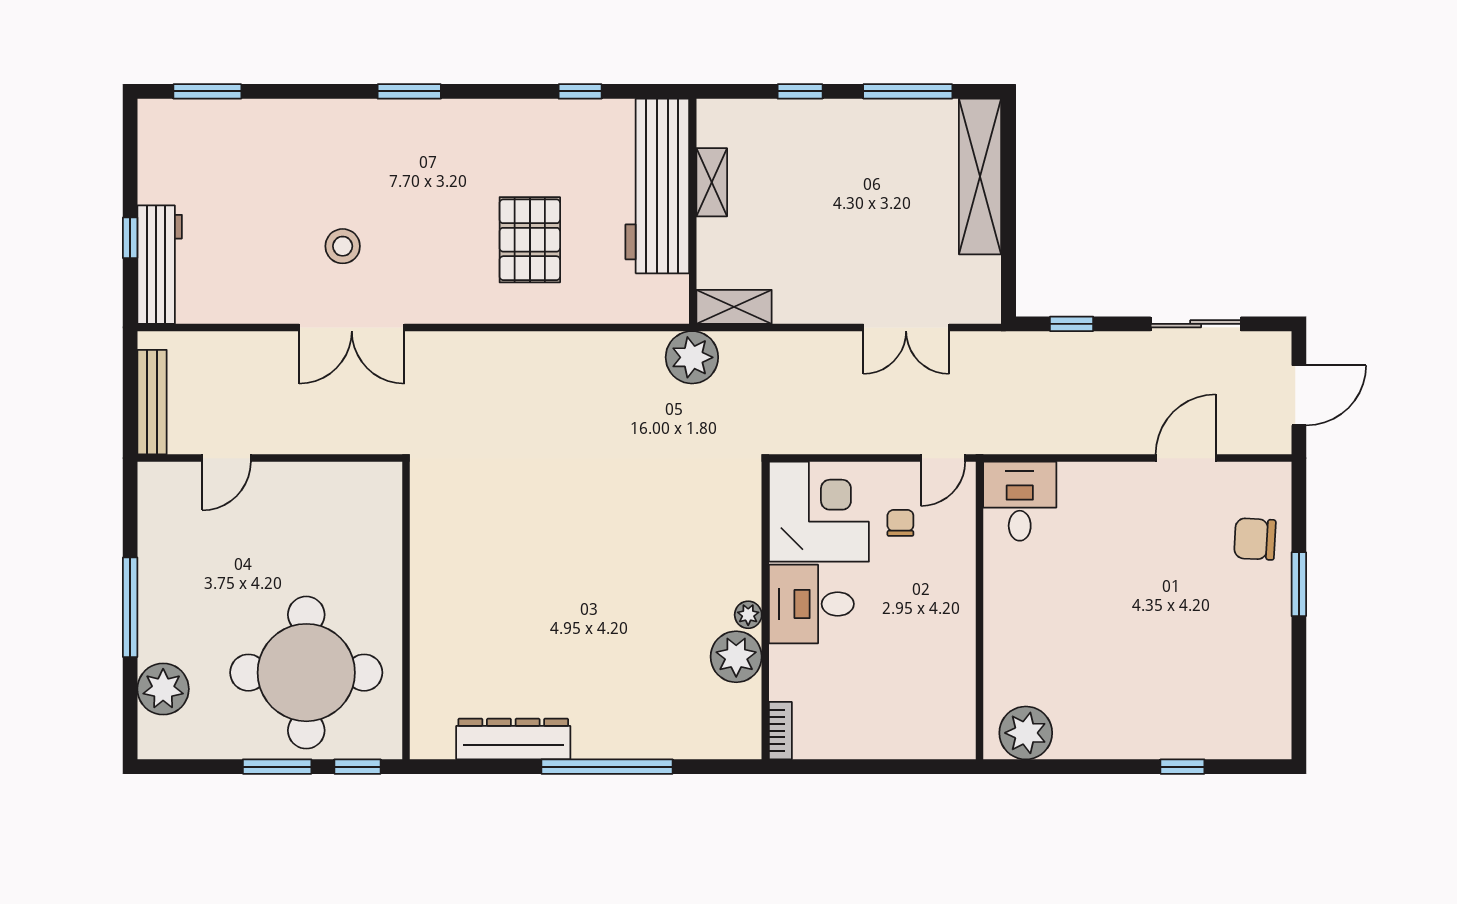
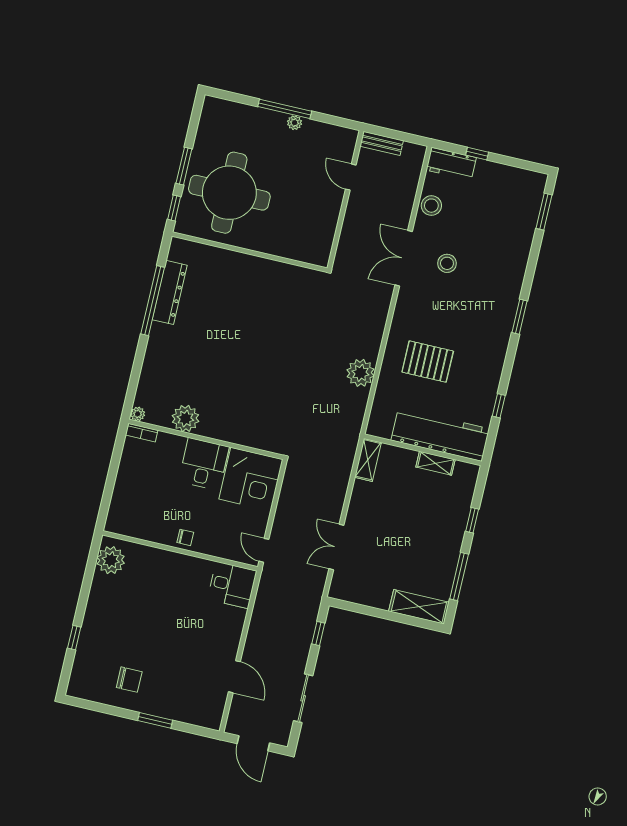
shelving: (980, 177) -> (419, 607), width x0.68
workbench: (160, 265) -> (451, 164), width x0.73
stool: (244, 299) -> (431, 206), added
plant: (692, 357) -> (360, 373), moved
bench: (152, 402) -> (382, 143), width x0.73
chair: (900, 523) -> (185, 537), moved
chair: (1255, 539) -> (129, 680), moved, turned 87
plant: (748, 615) -> (138, 414), moved
plant: (163, 689) -> (295, 123), moved, width x0.53, depth x0.53
window: (607, 767) -> (153, 301), moved

